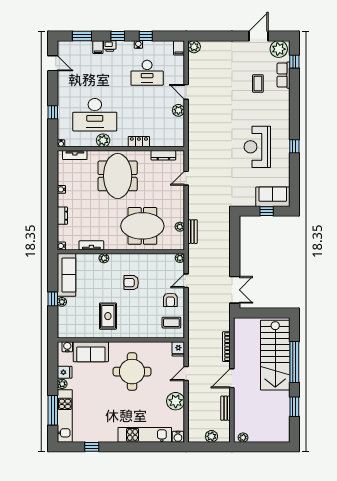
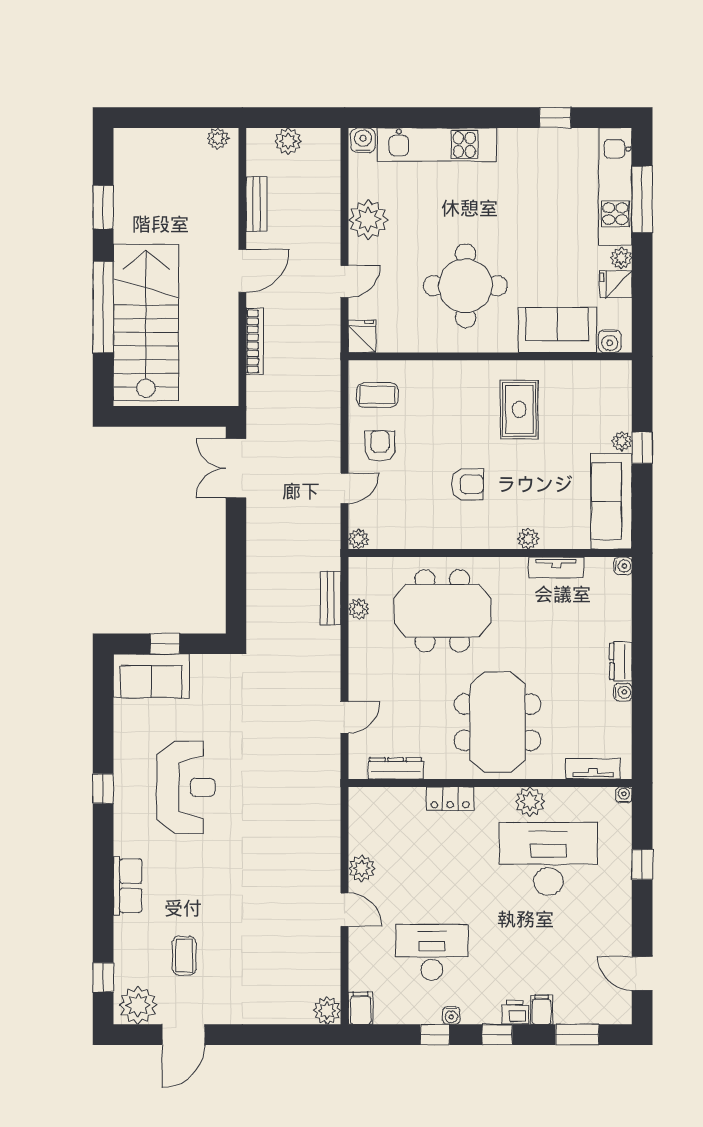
row of seats: (283, 75) -> (127, 886), moved
coffee table: (258, 83) -> (184, 956), moved
dresser: (62, 216) -> (621, 661), moved

